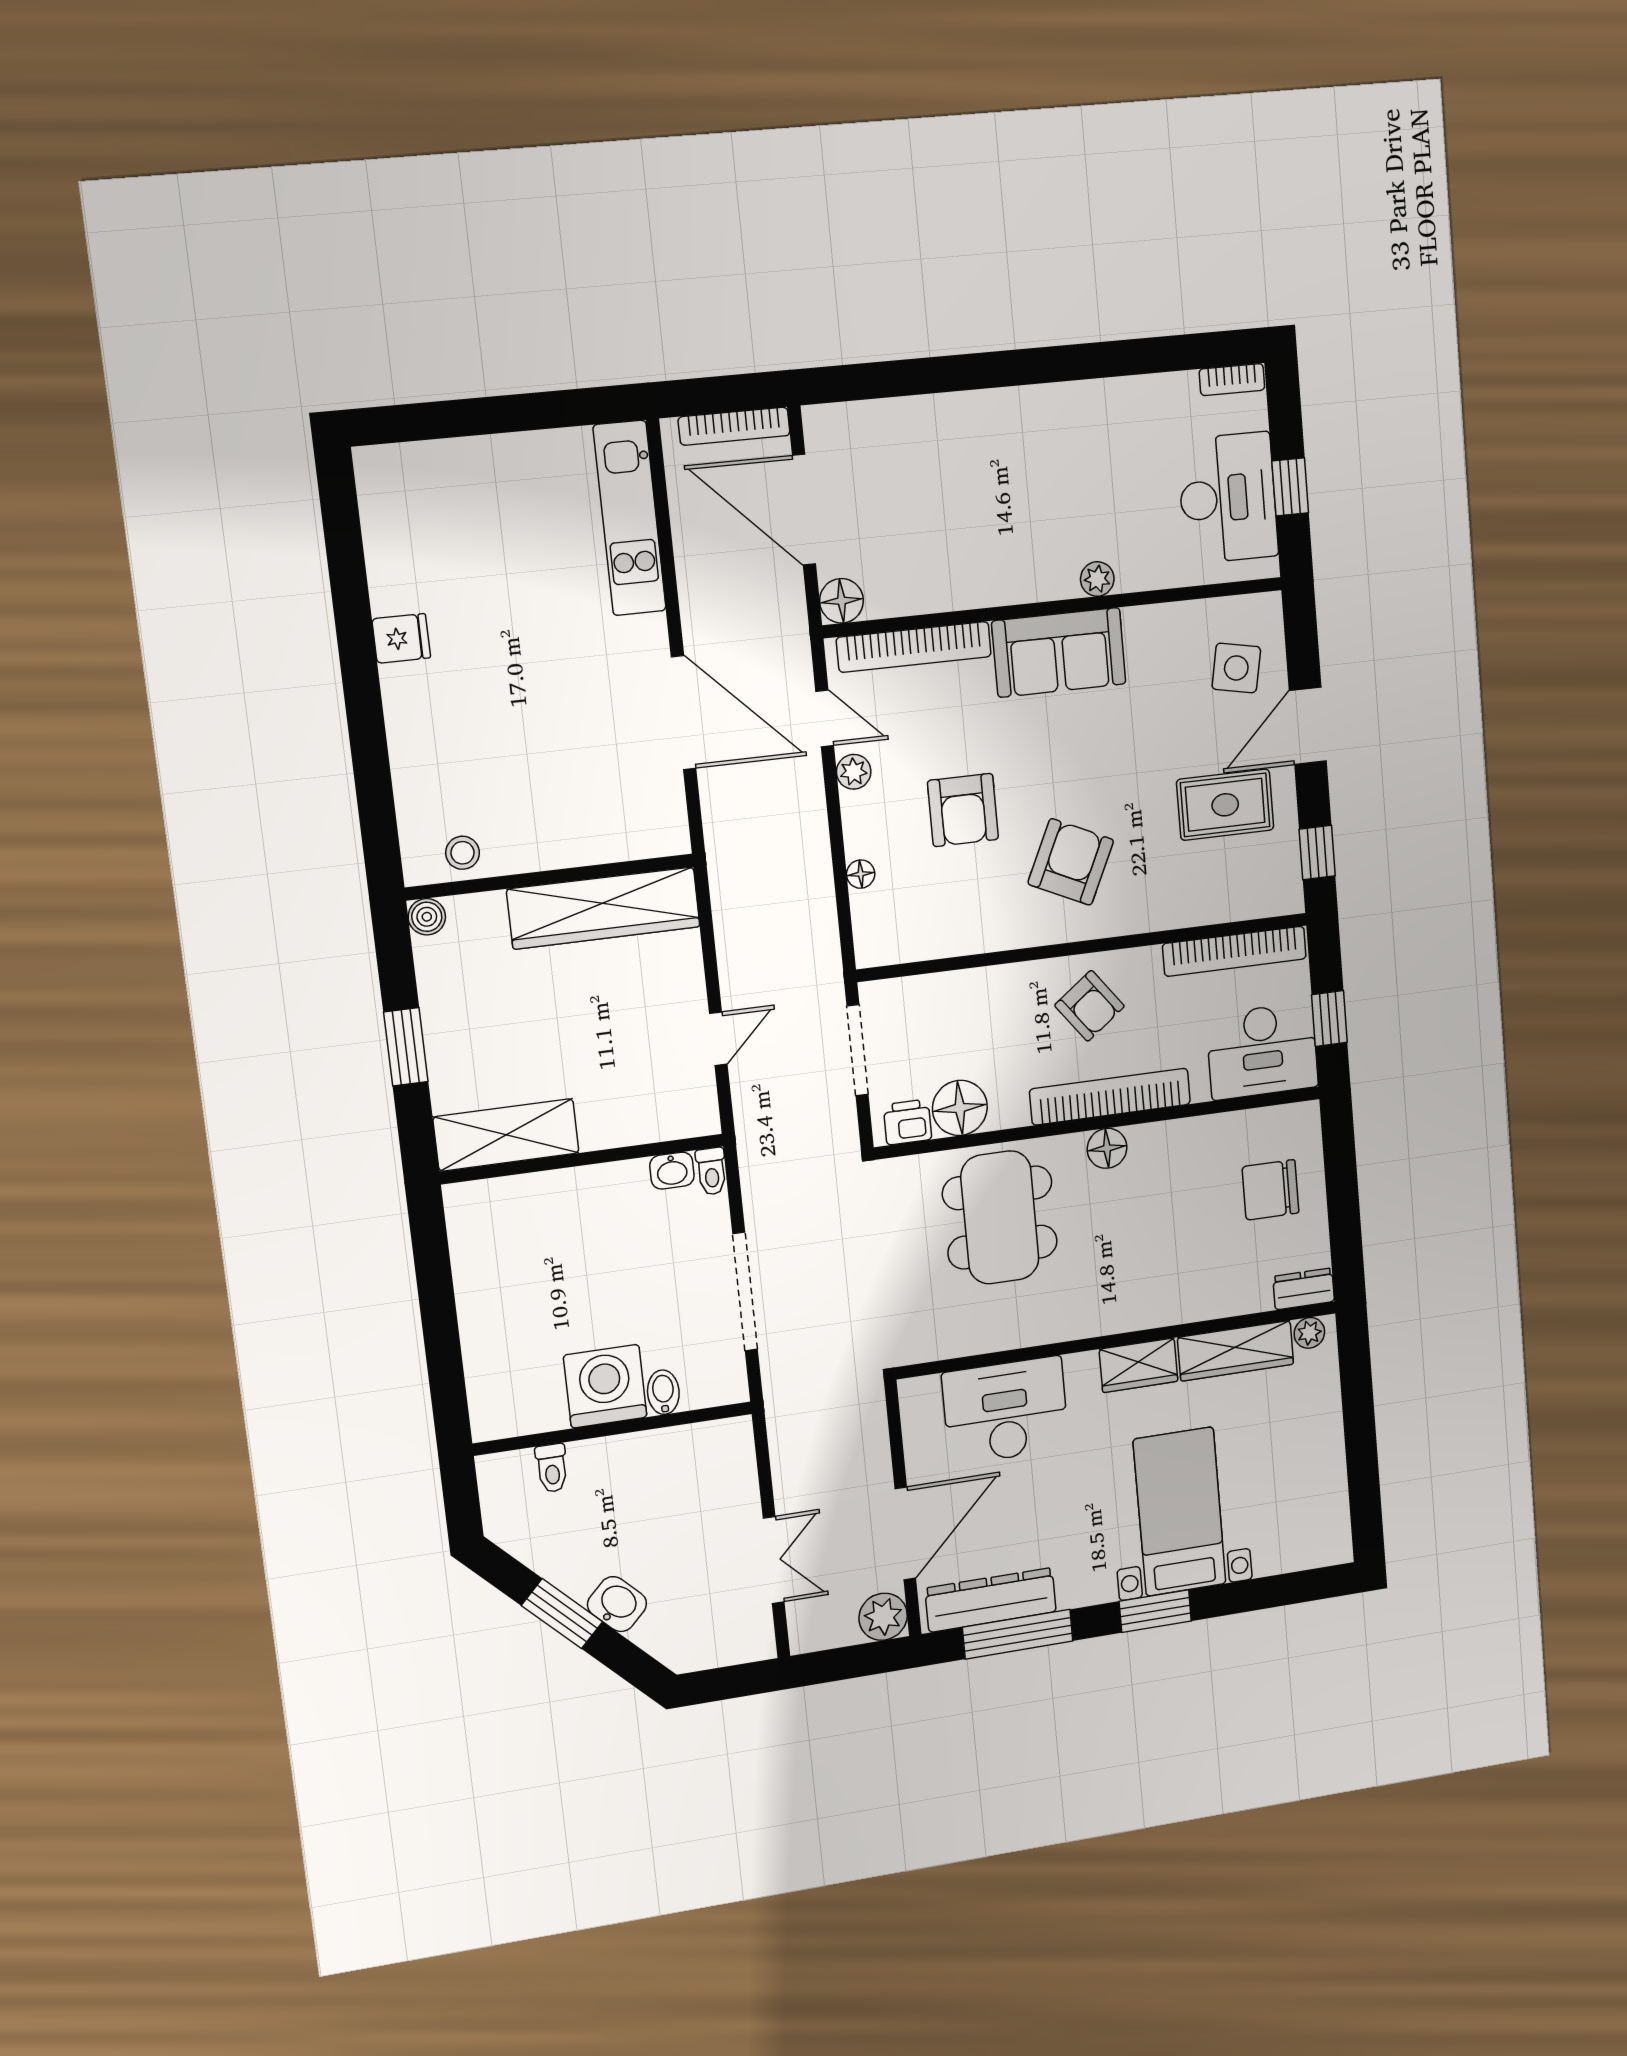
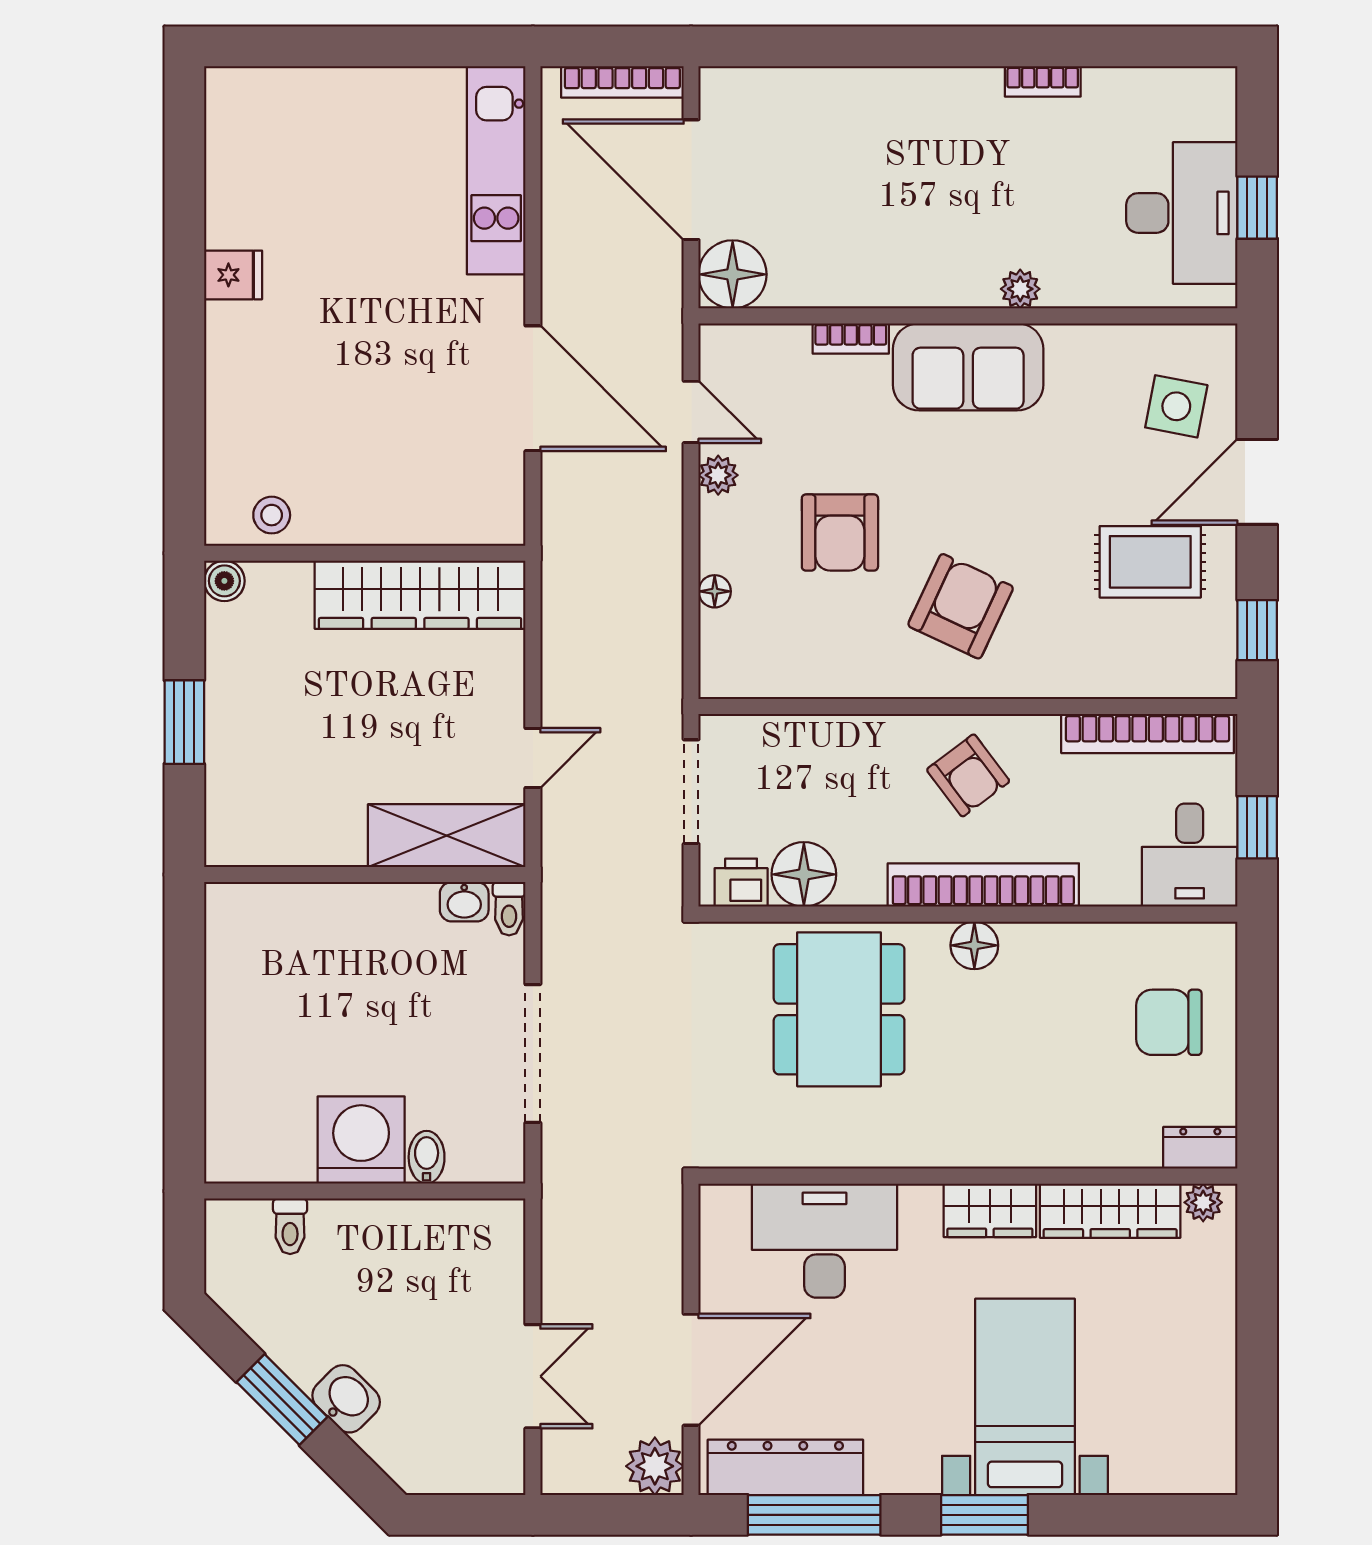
bookcase: (1232, 380) -> (1043, 81), moved
floor lamp: (841, 601) -> (733, 274), width x1.38, depth x1.38
bookcase: (914, 647) -> (851, 338), width x0.43, depth x0.76
desk: (1262, 1051) -> (1190, 855), width x0.73
shelving: (506, 1135) -> (447, 836), moved

